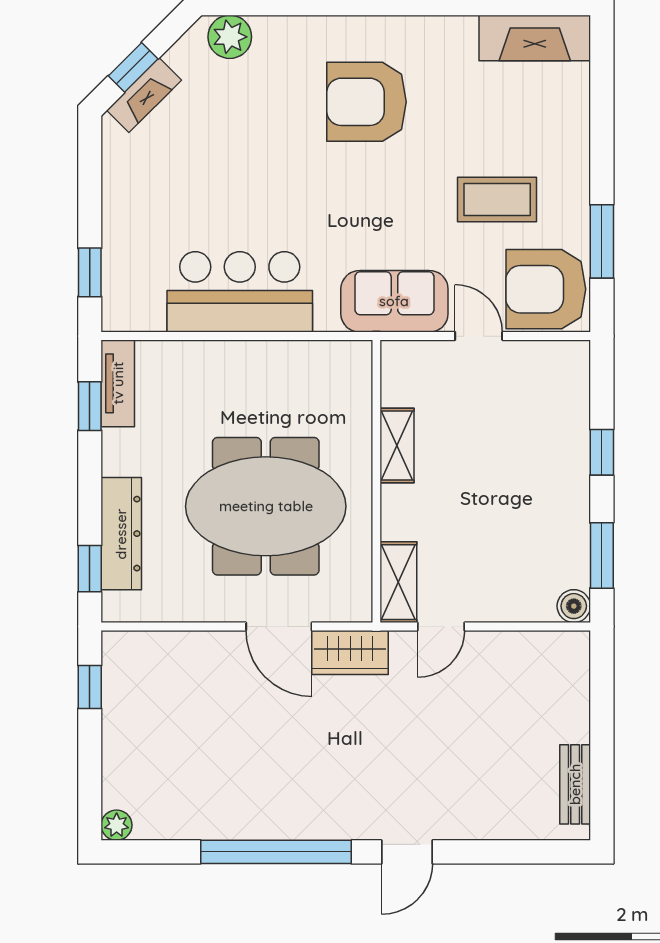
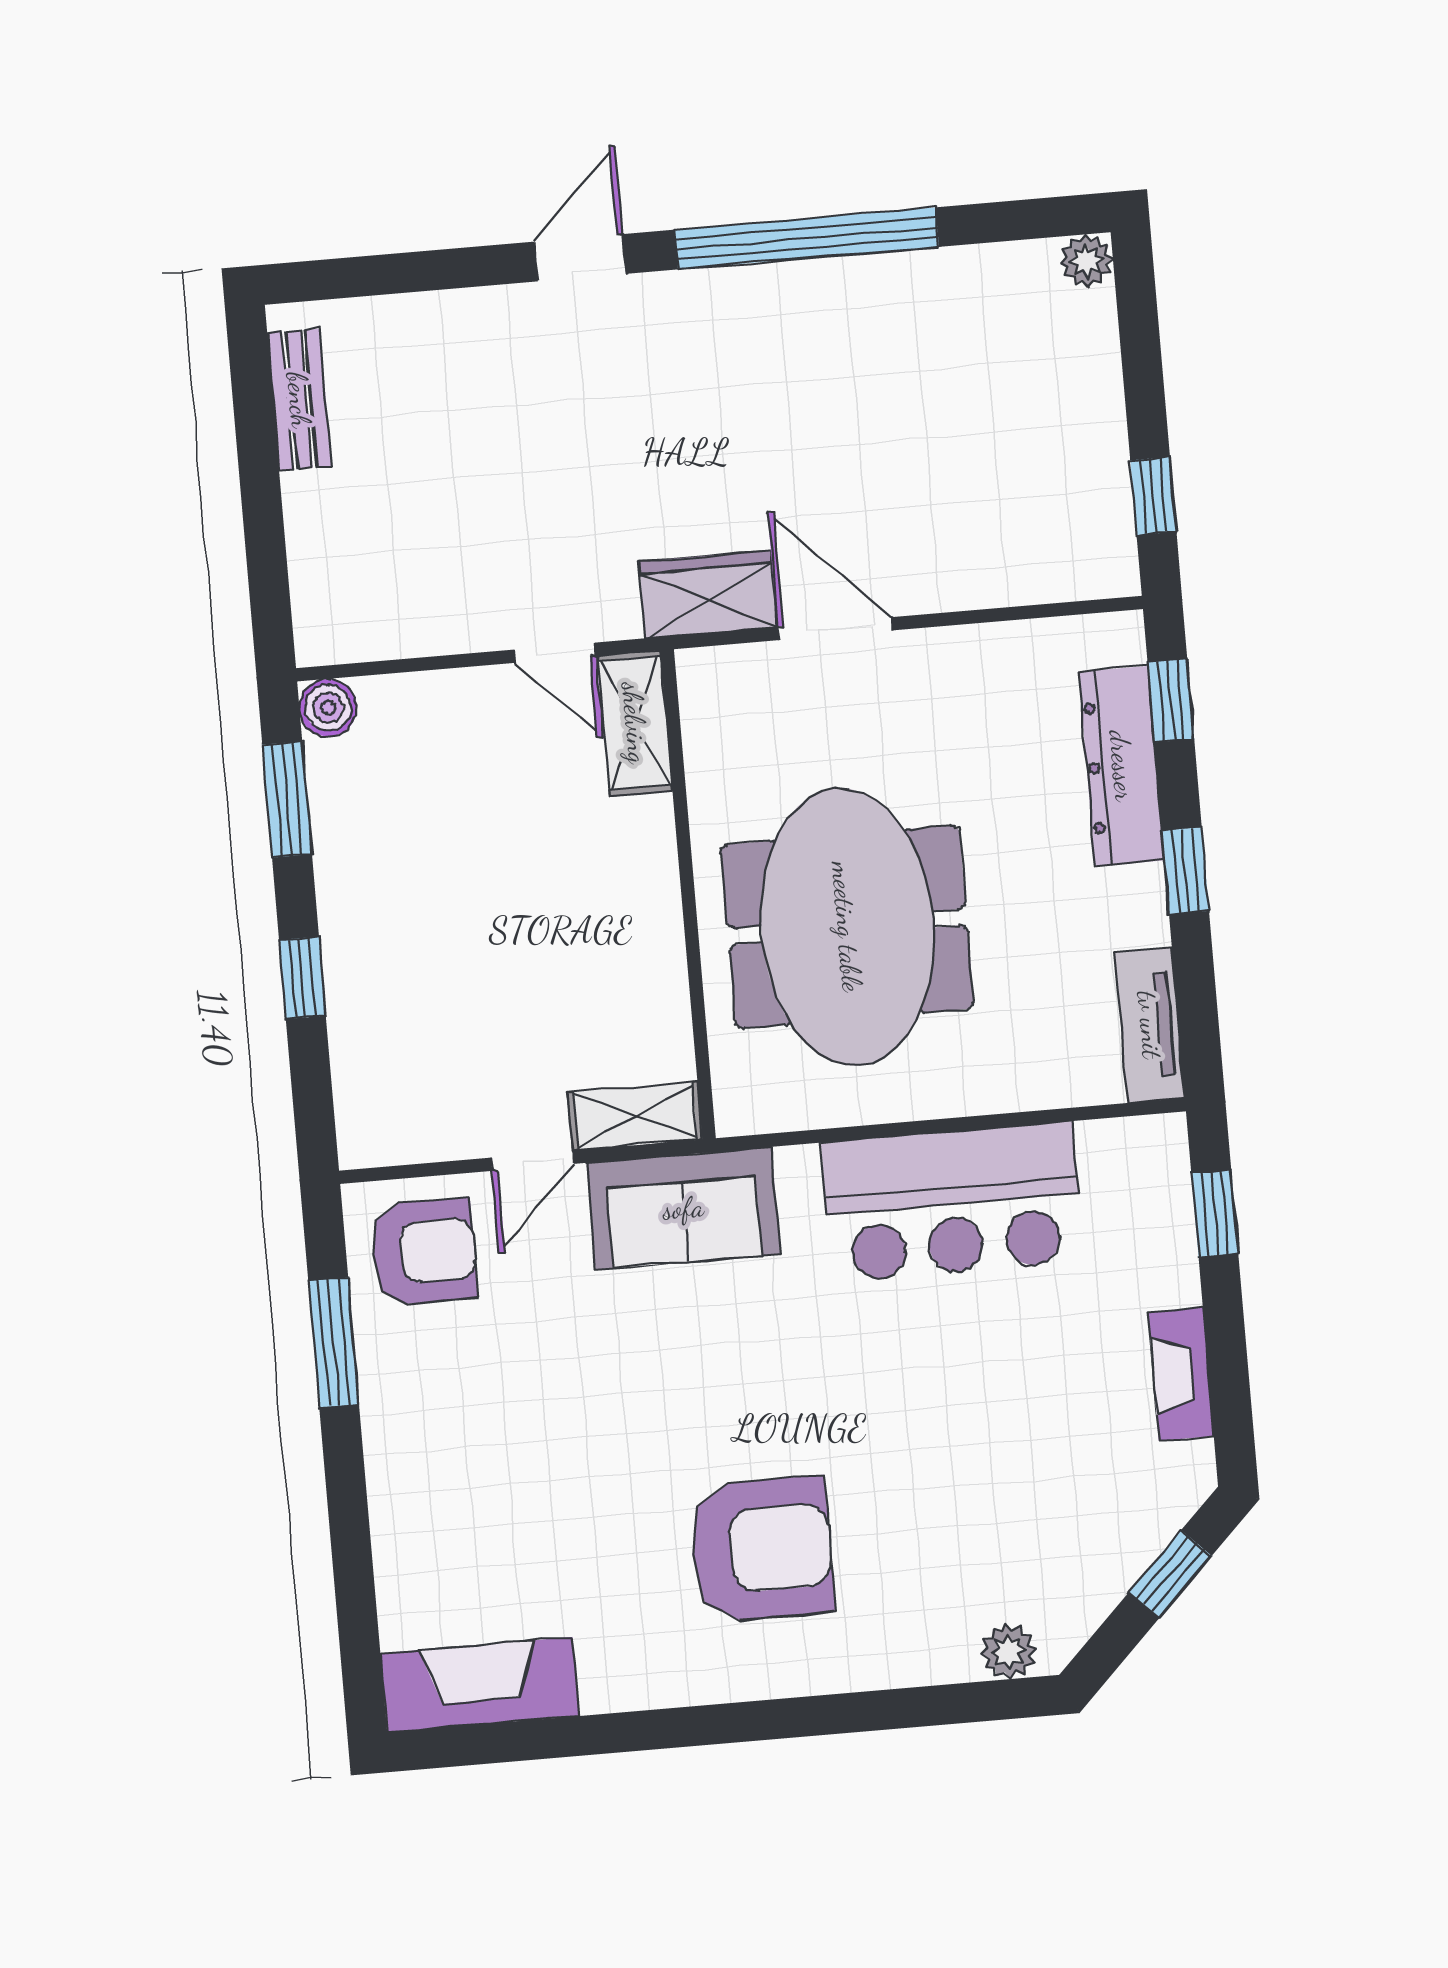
plant: (230, 37) -> (1008, 1652), width x0.73, depth x0.73
fireplace: (144, 95) -> (1181, 1374), moved, turned -45
coffee table: (497, 200) -> (521, 1400), removed
armchair: (546, 289) -> (423, 1252), width x0.73, depth x0.73
door: (479, 336) -> (533, 1161), hinge flipped
window: (90, 406) -> (1185, 871), moved
shelving: (397, 445) -> (635, 1116), moved, turned 90
meeting table: (266, 506) -> (847, 927), moved, turned 90
door: (441, 626) -> (555, 653), swing flipped

